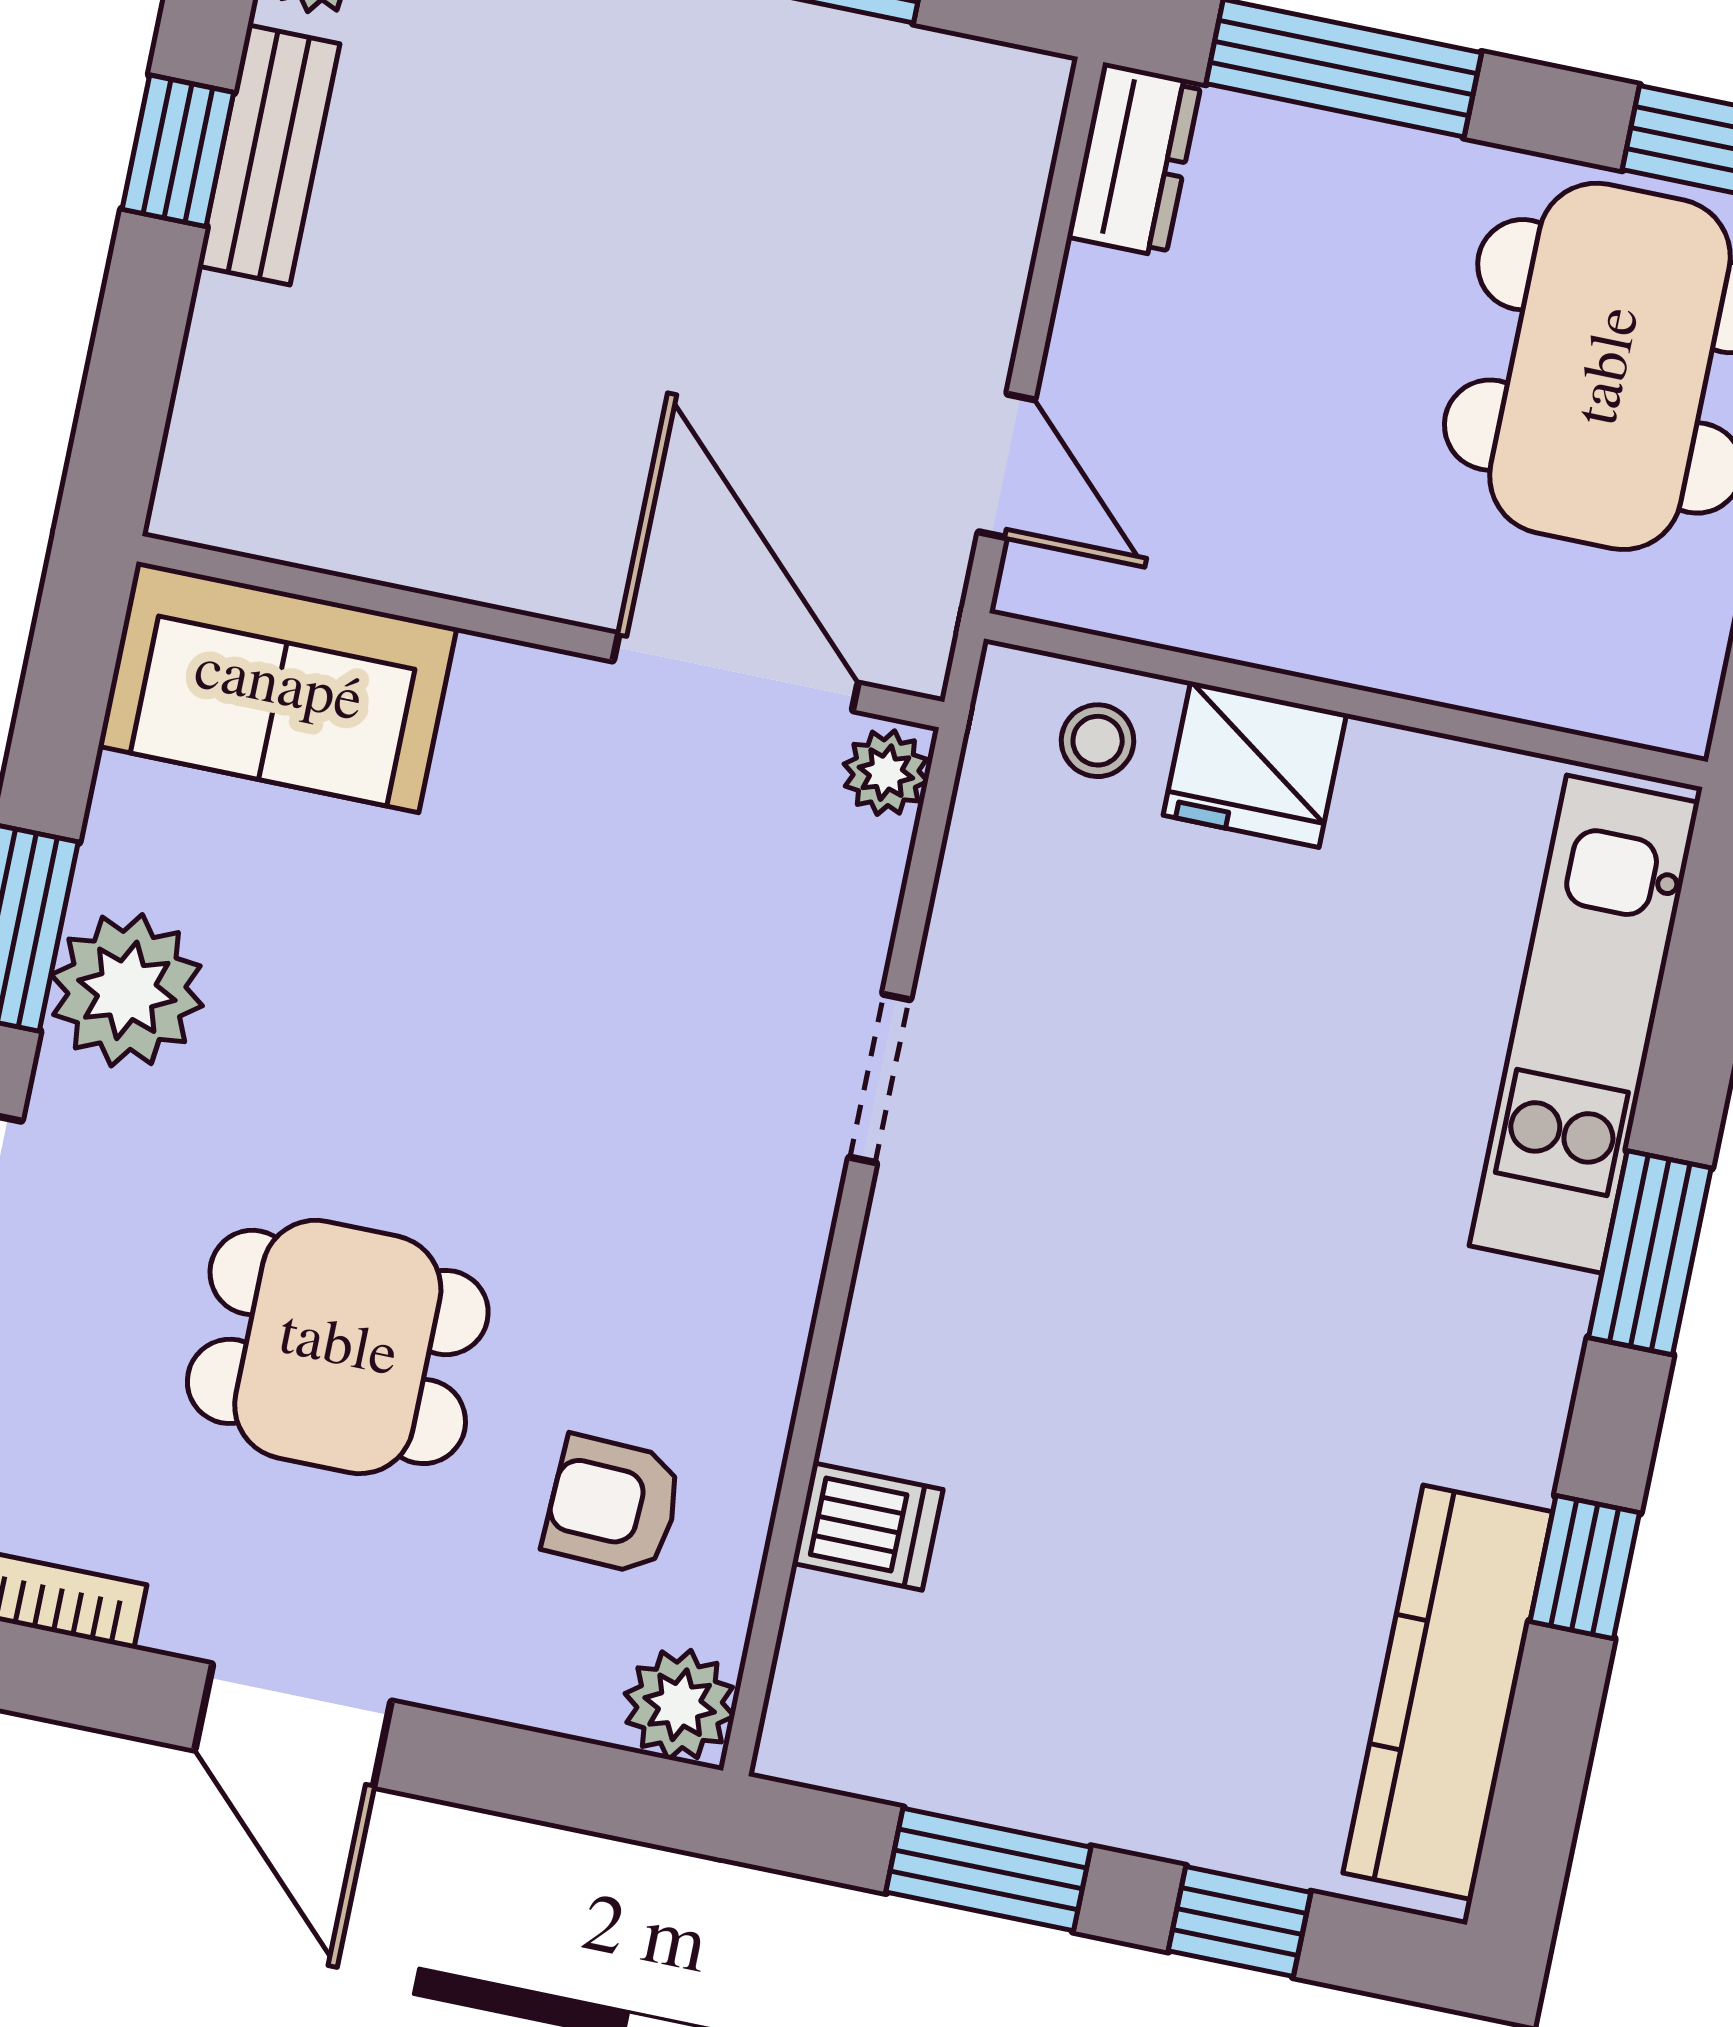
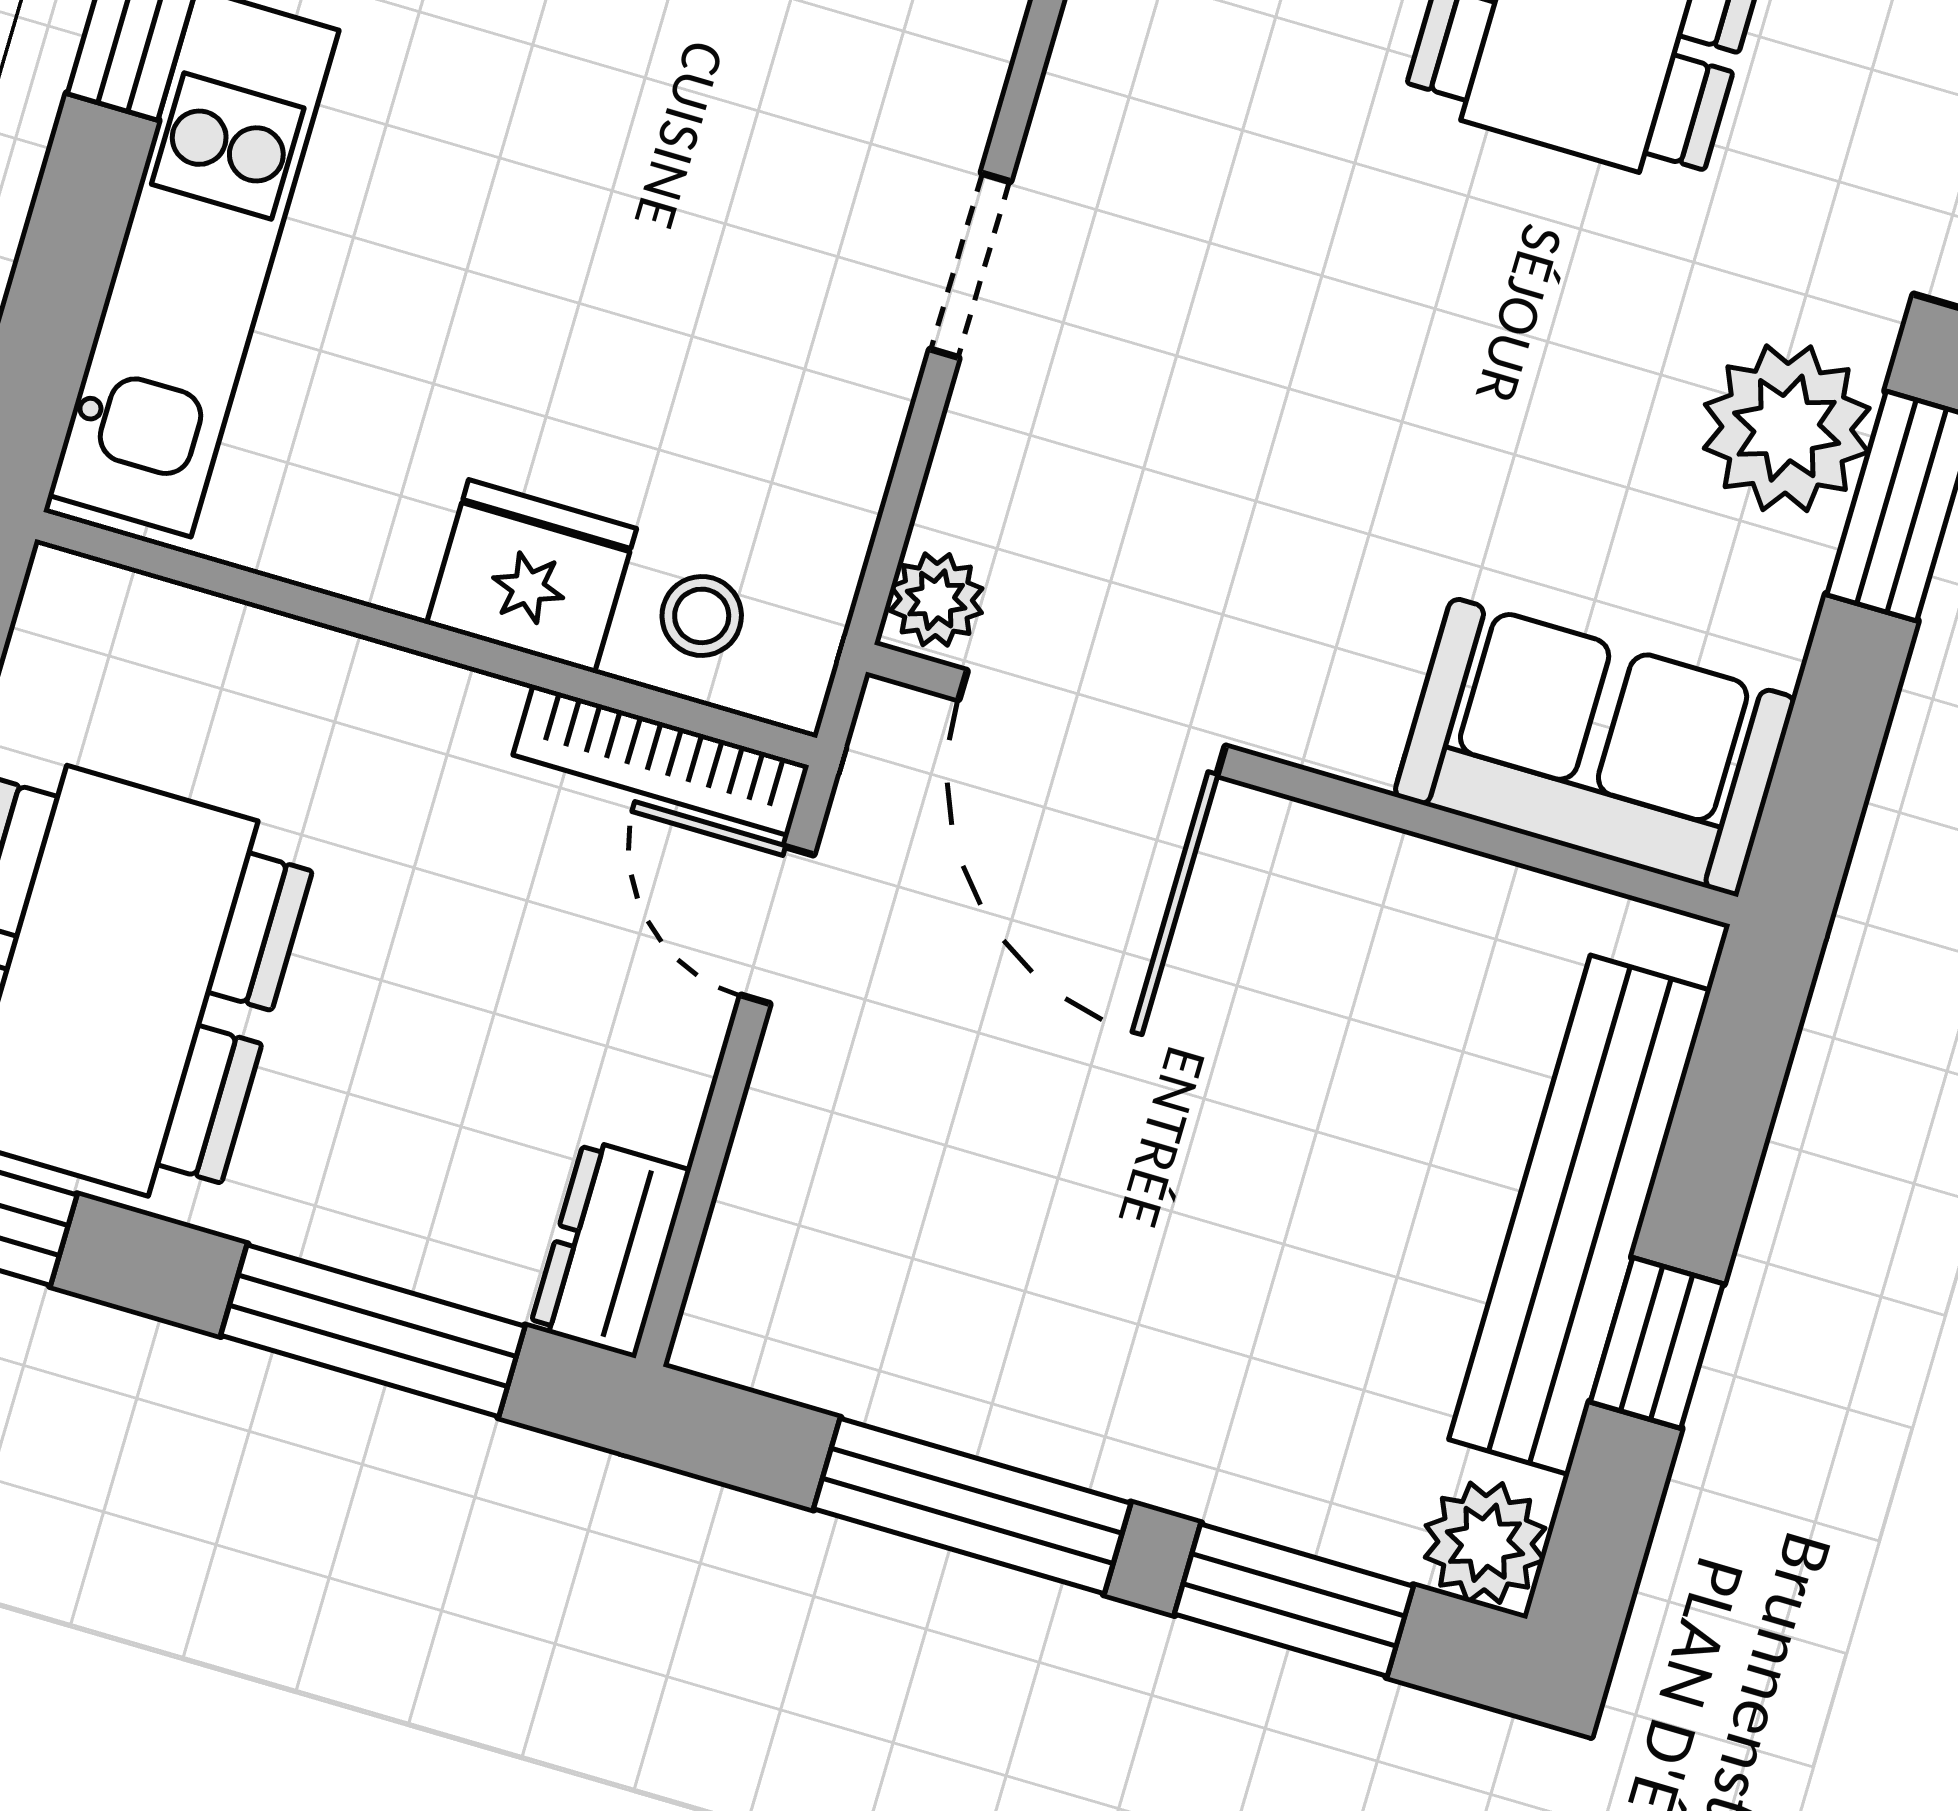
bench: (269, 155) -> (1580, 1215), width x1.86, depth x1.21
bookcase: (1124, 607) -> (661, 760), added

